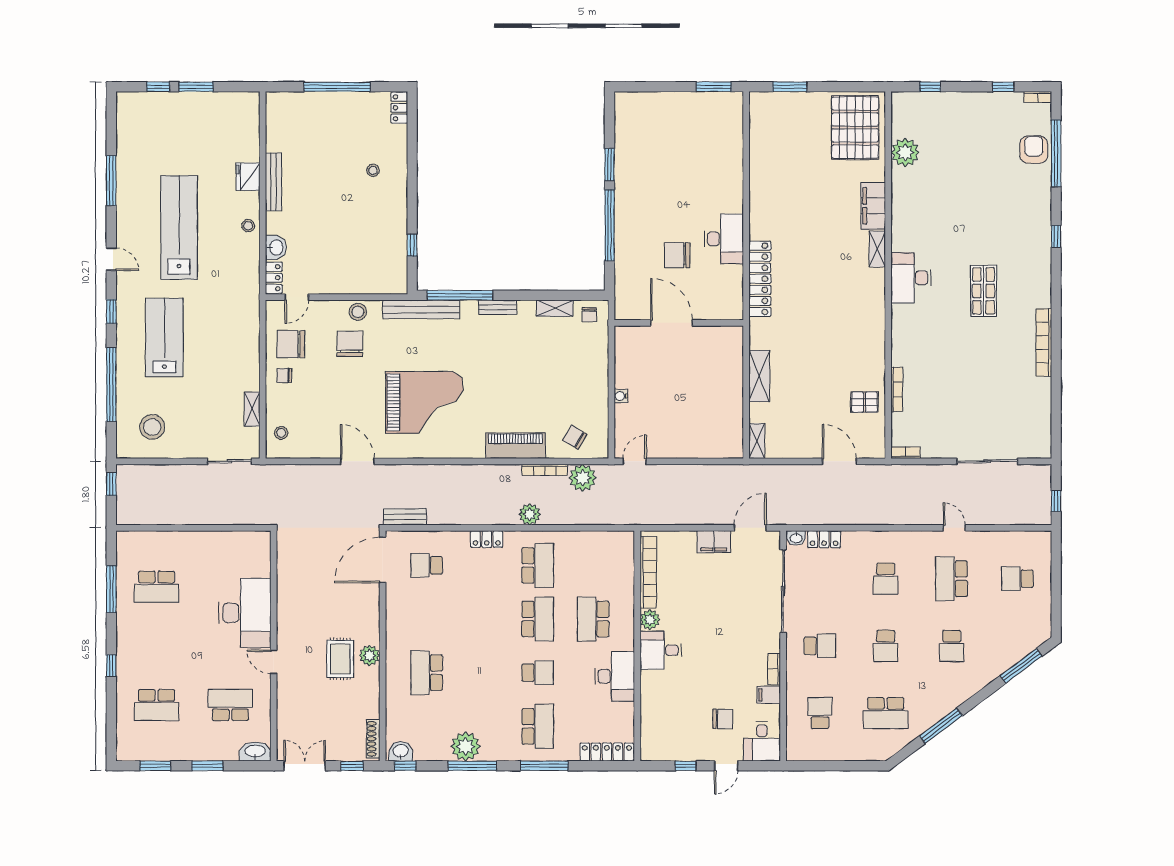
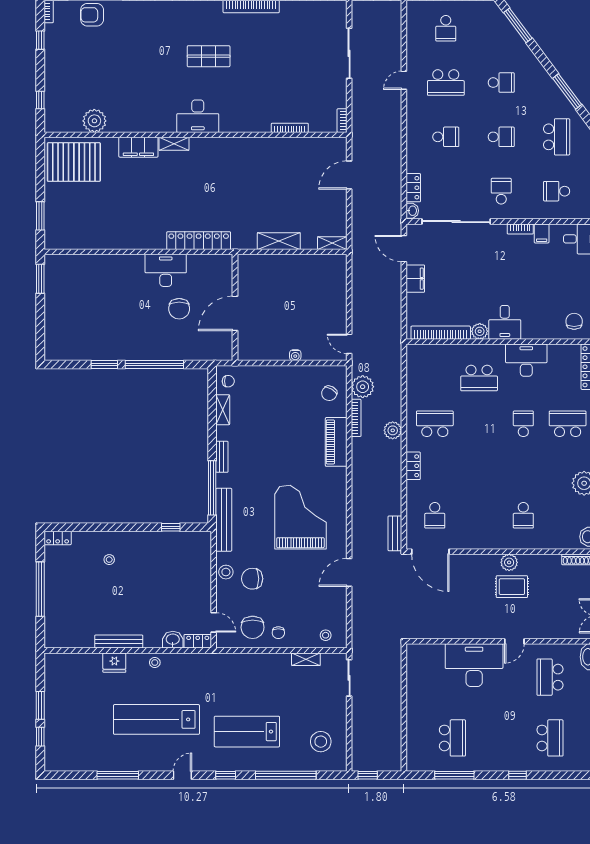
pallet: (864, 402) -> (300, 154), removed
school desk: (538, 619) -> (479, 424), removed
school desk: (427, 673) -> (523, 515), width x0.54
chair: (723, 719) -> (574, 321), moved

